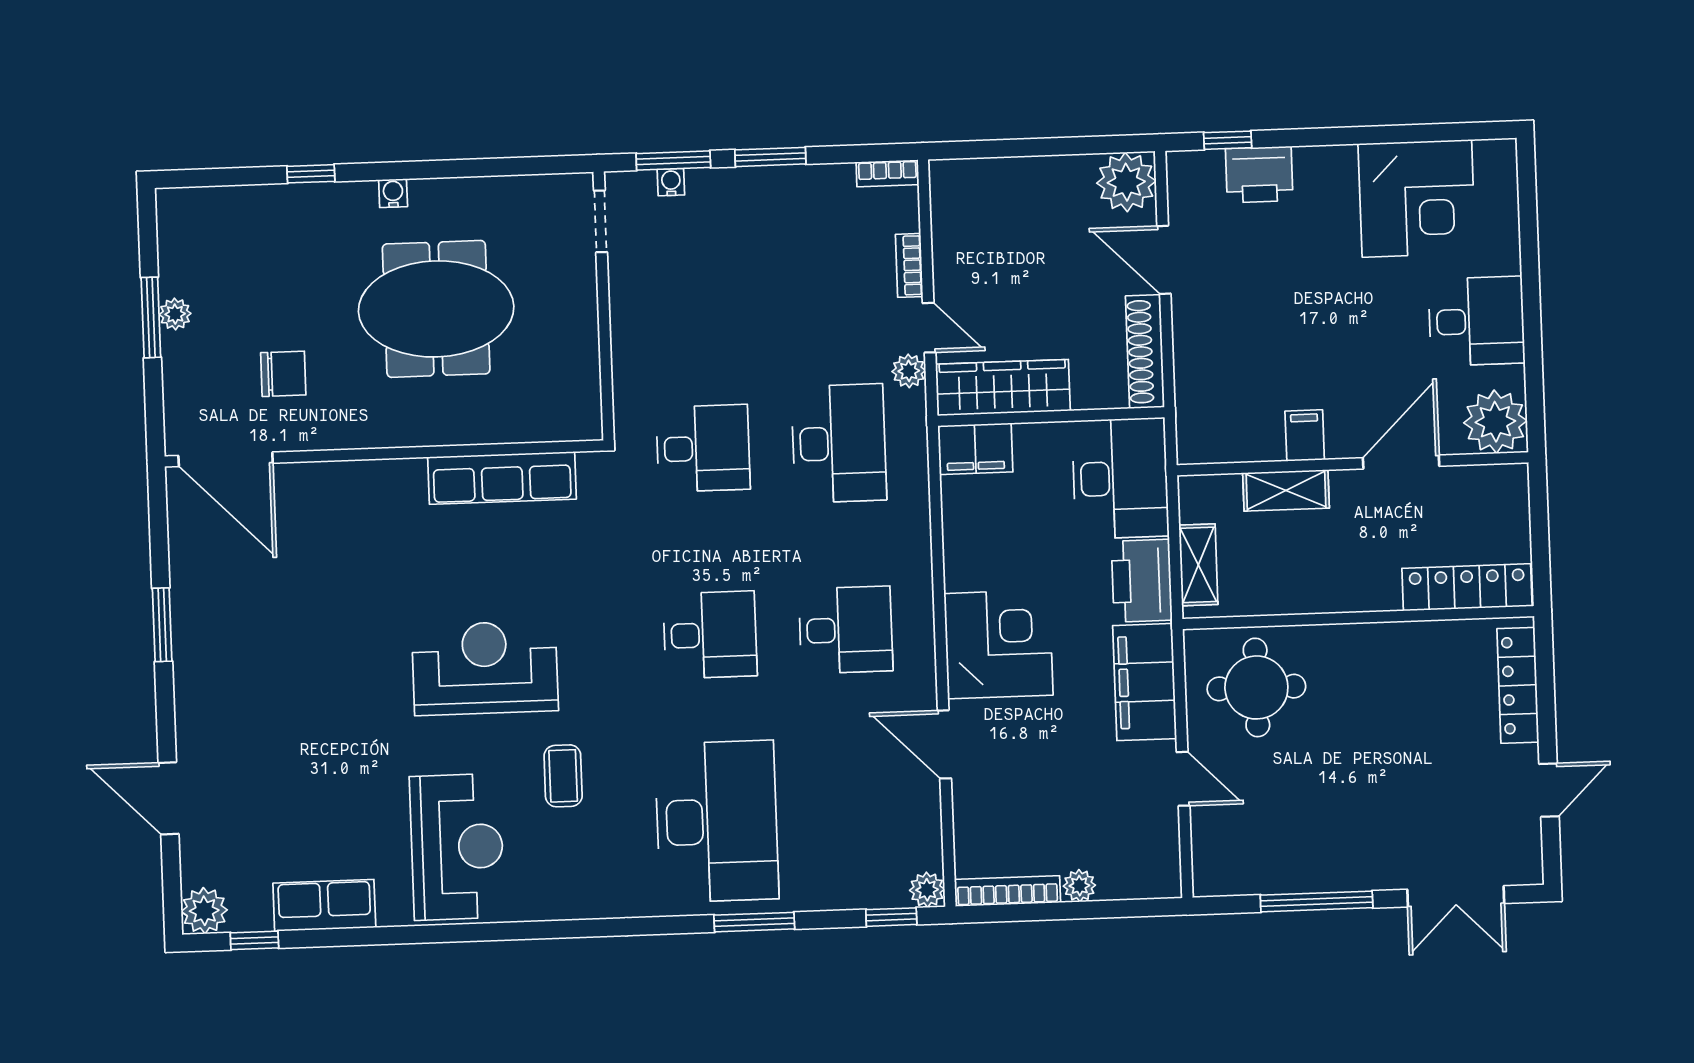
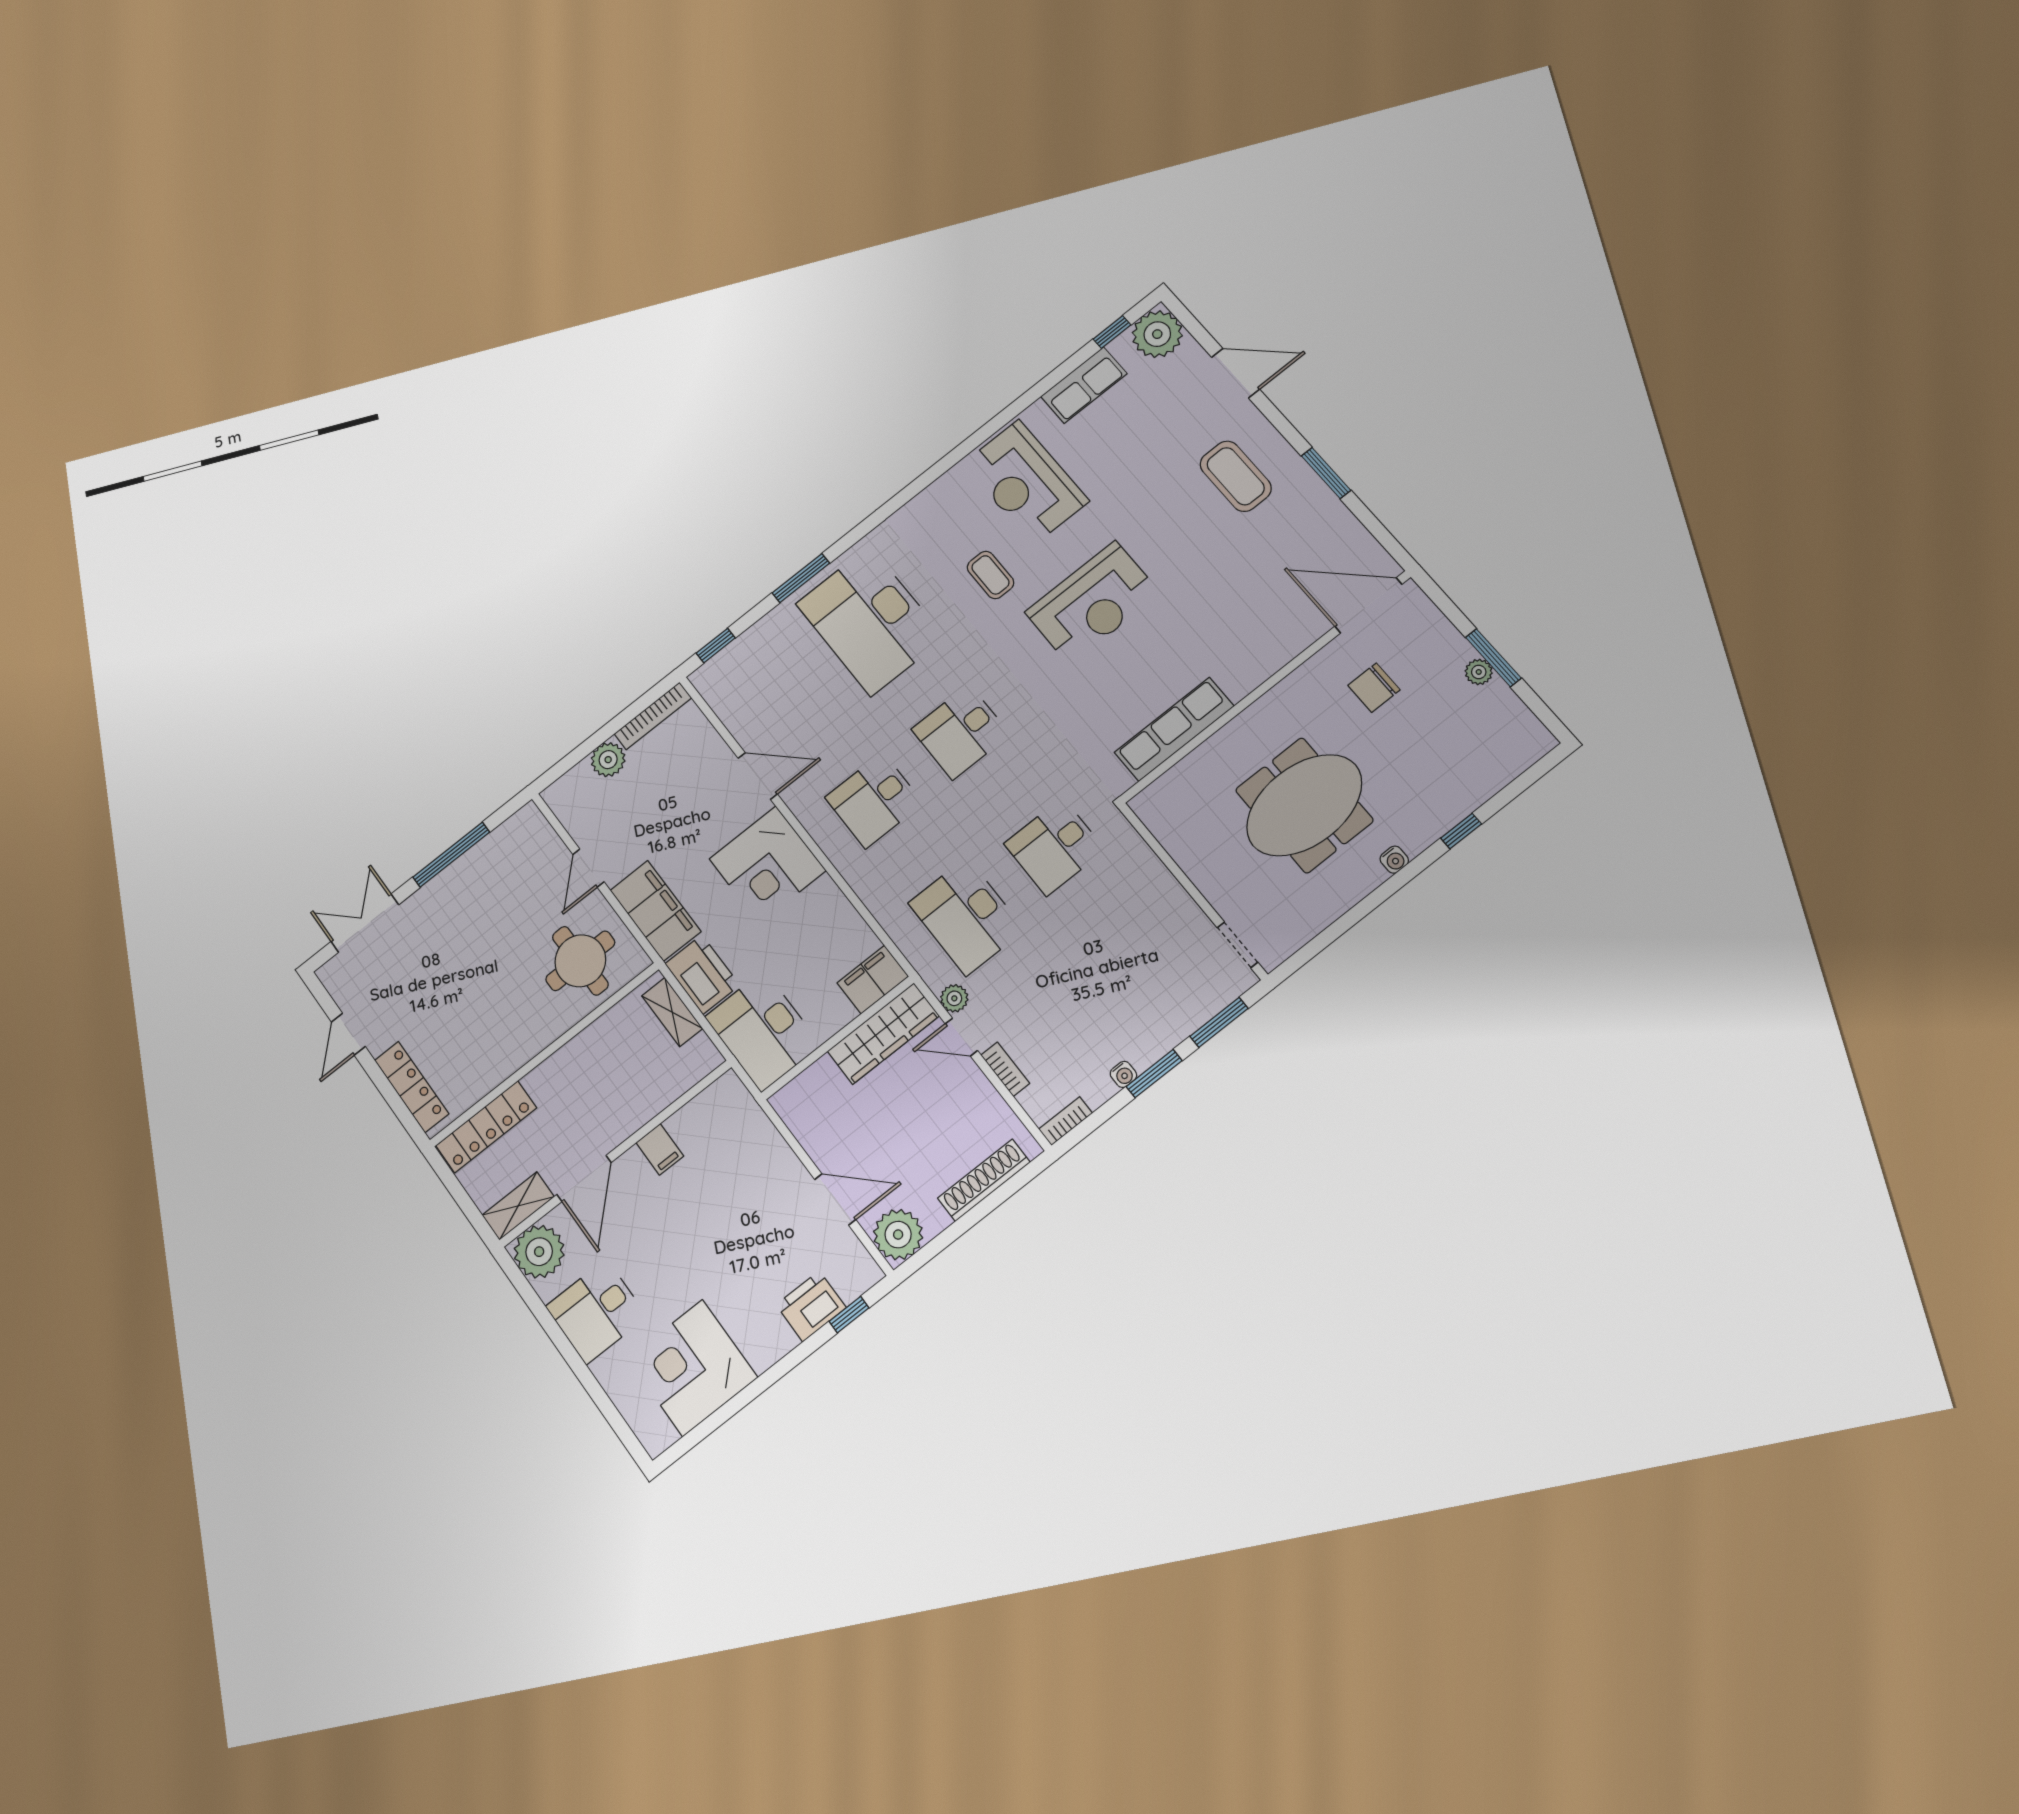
water cooler: (671, 182) -> (1123, 1074), moved
shoe rack: (1145, 352) -> (984, 1180), moved, turned -90
shelving: (1286, 490) -> (518, 1206), moved
coffee table: (250, 690) -> (1236, 476), added
door: (1183, 779) -> (588, 868), hinge flipped
plant: (1079, 886) -> (608, 760), width x1.38, depth x1.38
plant: (927, 890) -> (705, 679), removed
plant: (204, 911) -> (1157, 334), width x1.36, depth x1.36

